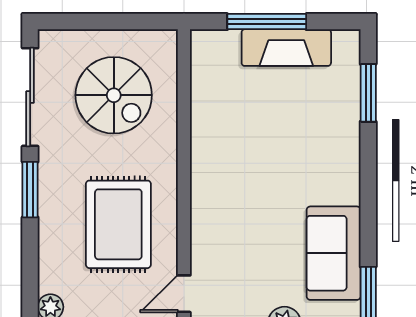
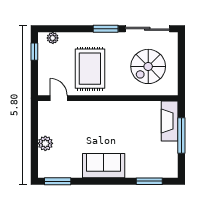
fireplace: (286, 48) -> (170, 121), moved
rug: (118, 224) -> (90, 69), turned 90
sofa: (334, 253) -> (104, 166), moved

